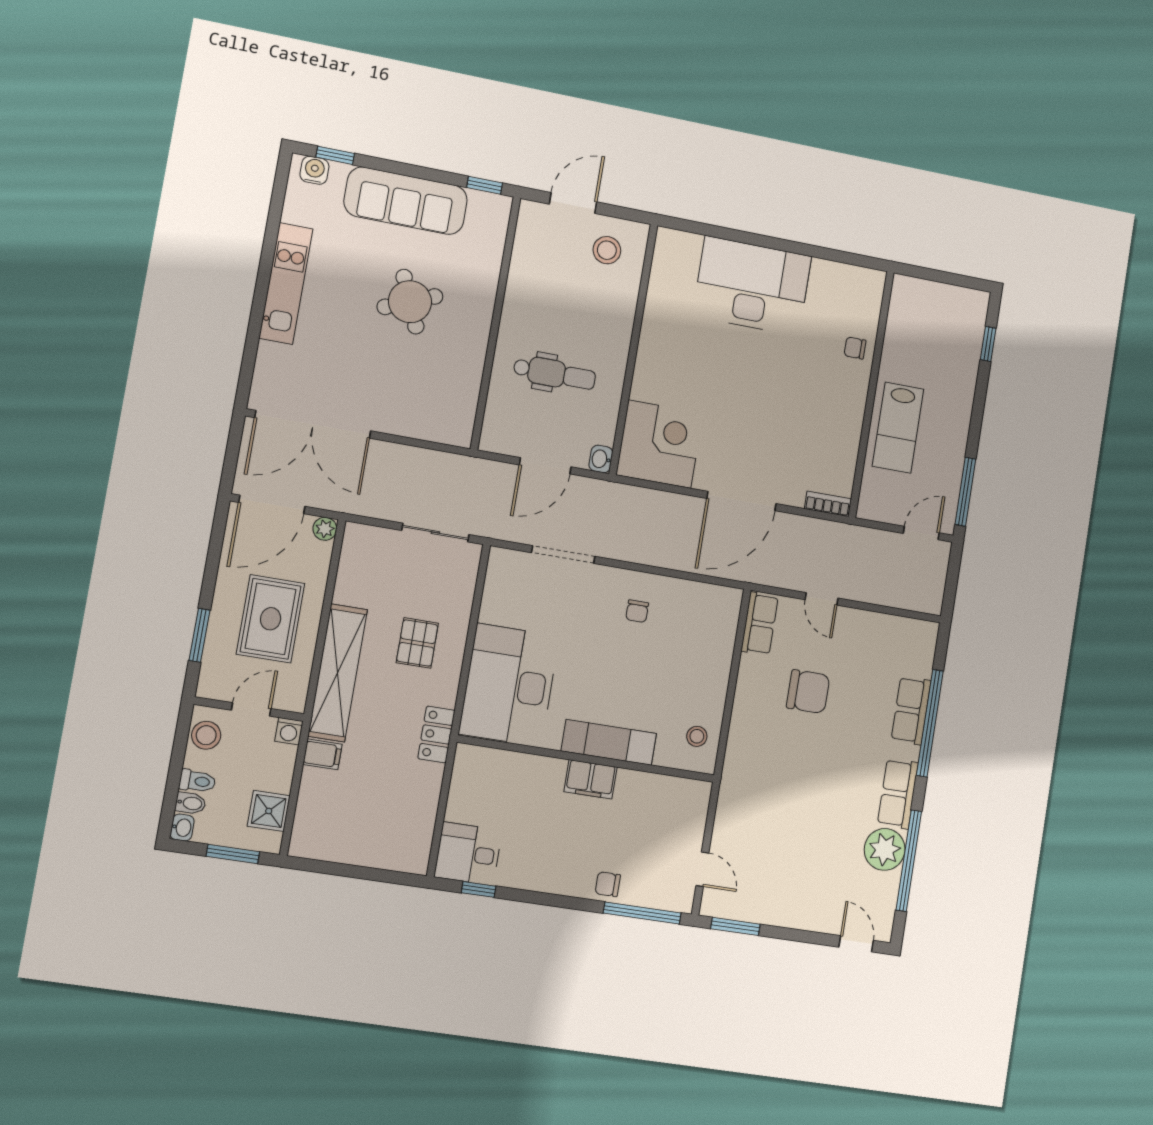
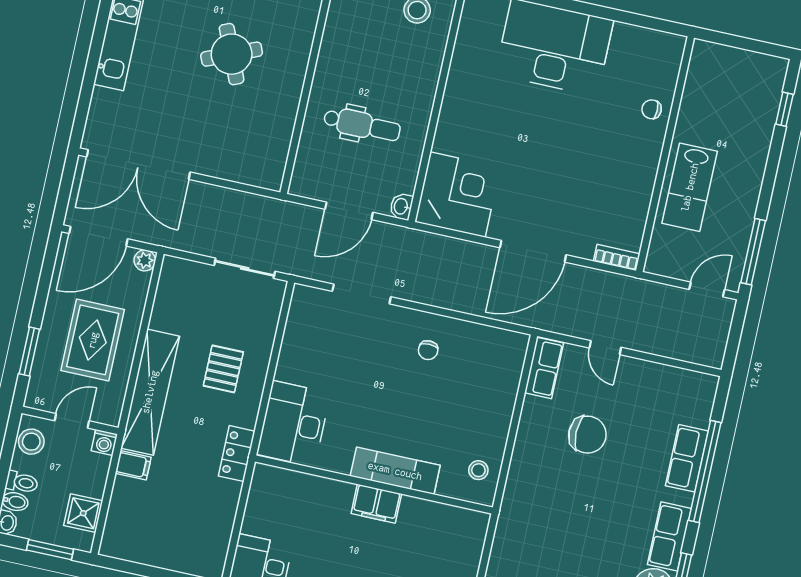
desk: (509, 685) -> (294, 424), width x0.73, depth x0.77

